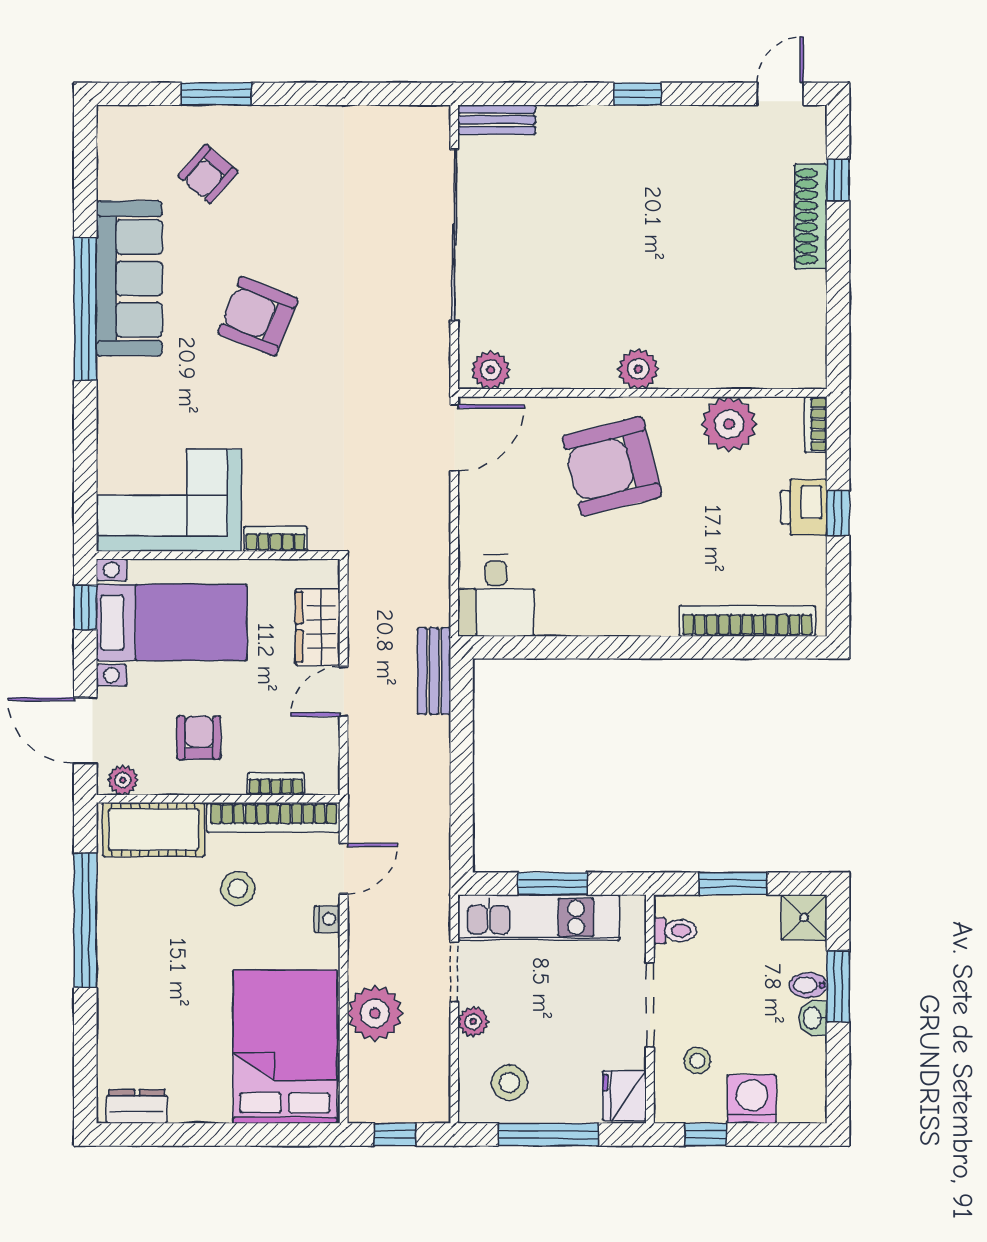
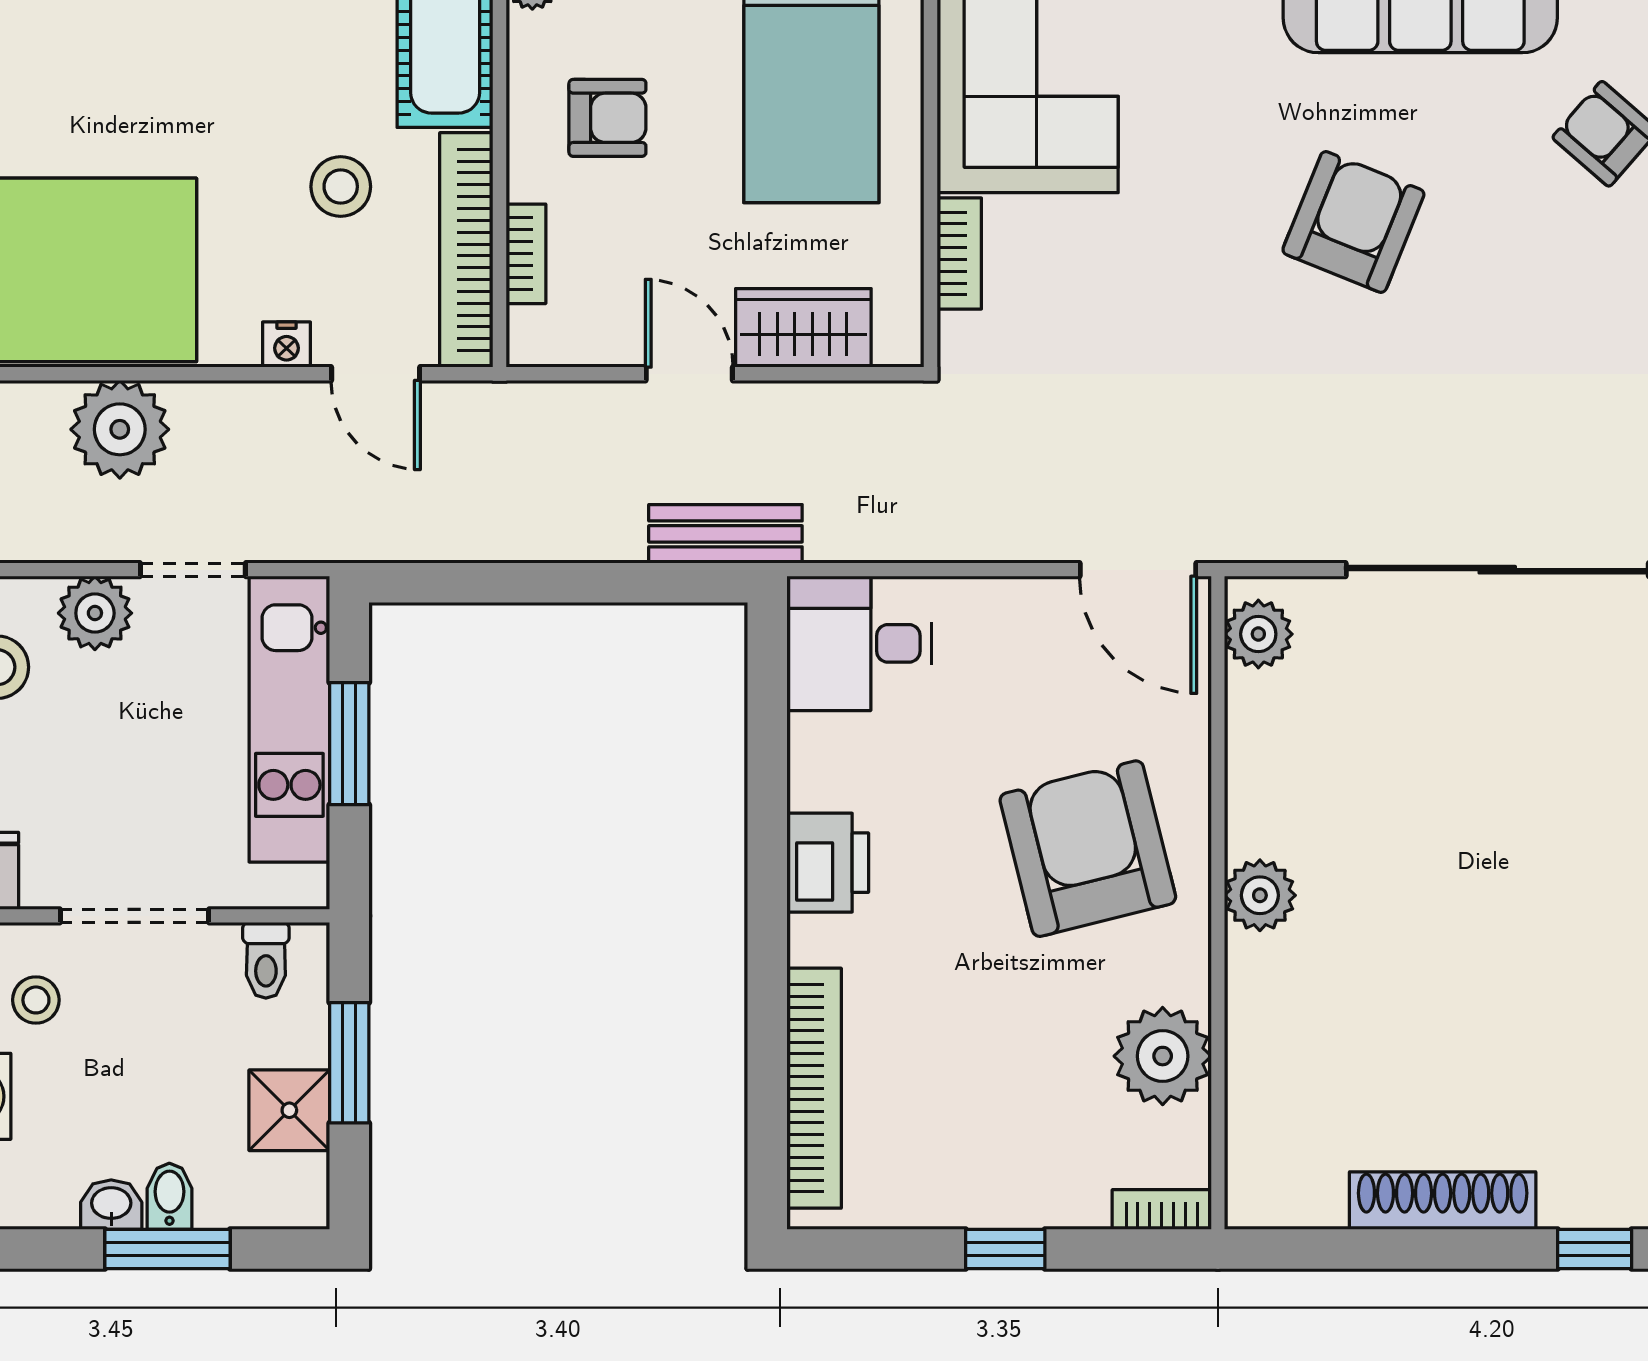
shoe rack: (811, 216) -> (1443, 1201), moved
printer: (804, 507) -> (828, 863), moved, turned 90
shower: (804, 917) -> (289, 1110), moved
plant: (473, 1022) -> (95, 613), width x1.38, depth x1.38

